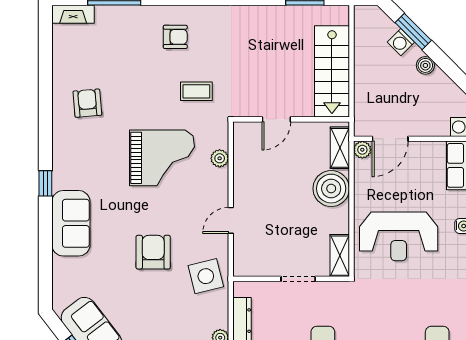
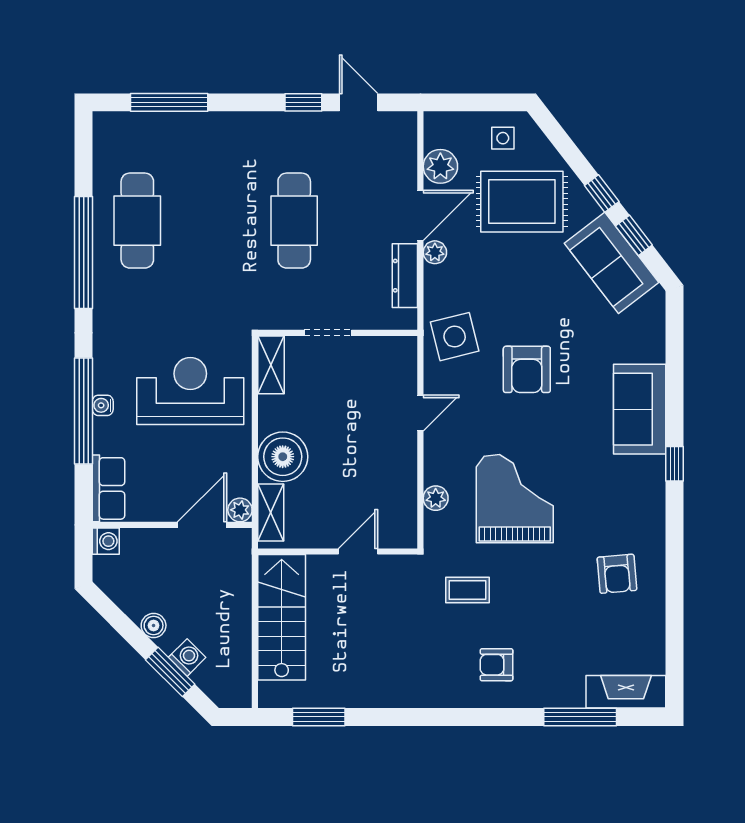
fireplace: (73, 14) -> (626, 692), width x1.37, depth x1.32
grand piano: (162, 158) -> (515, 499), turned 90

